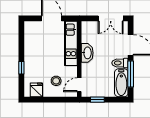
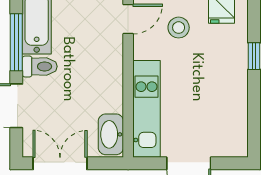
washbasin: (87, 53) -> (111, 134), moved

